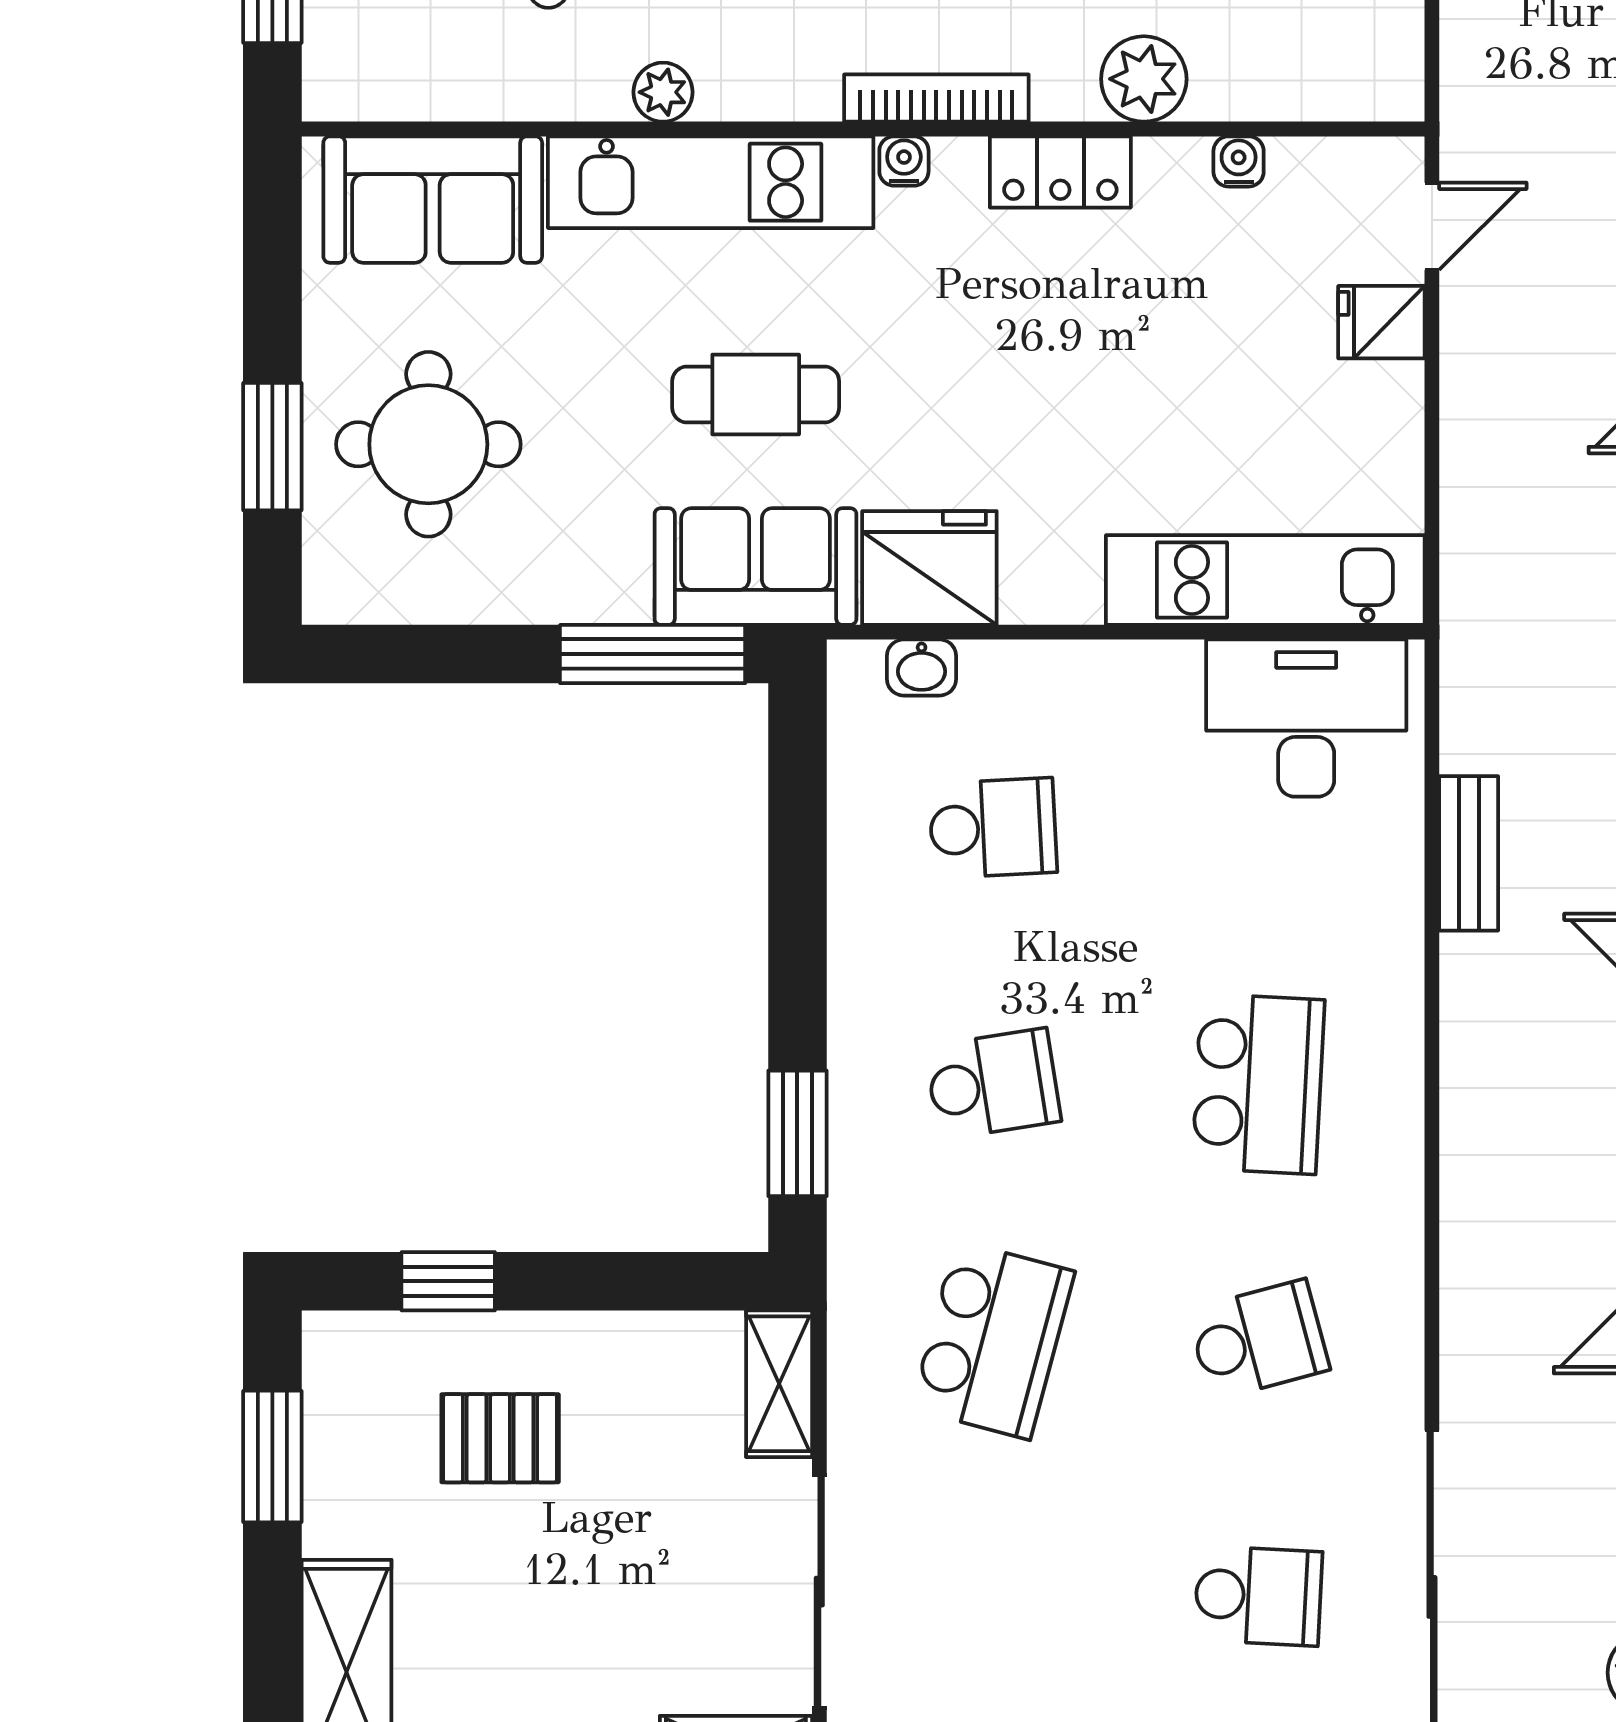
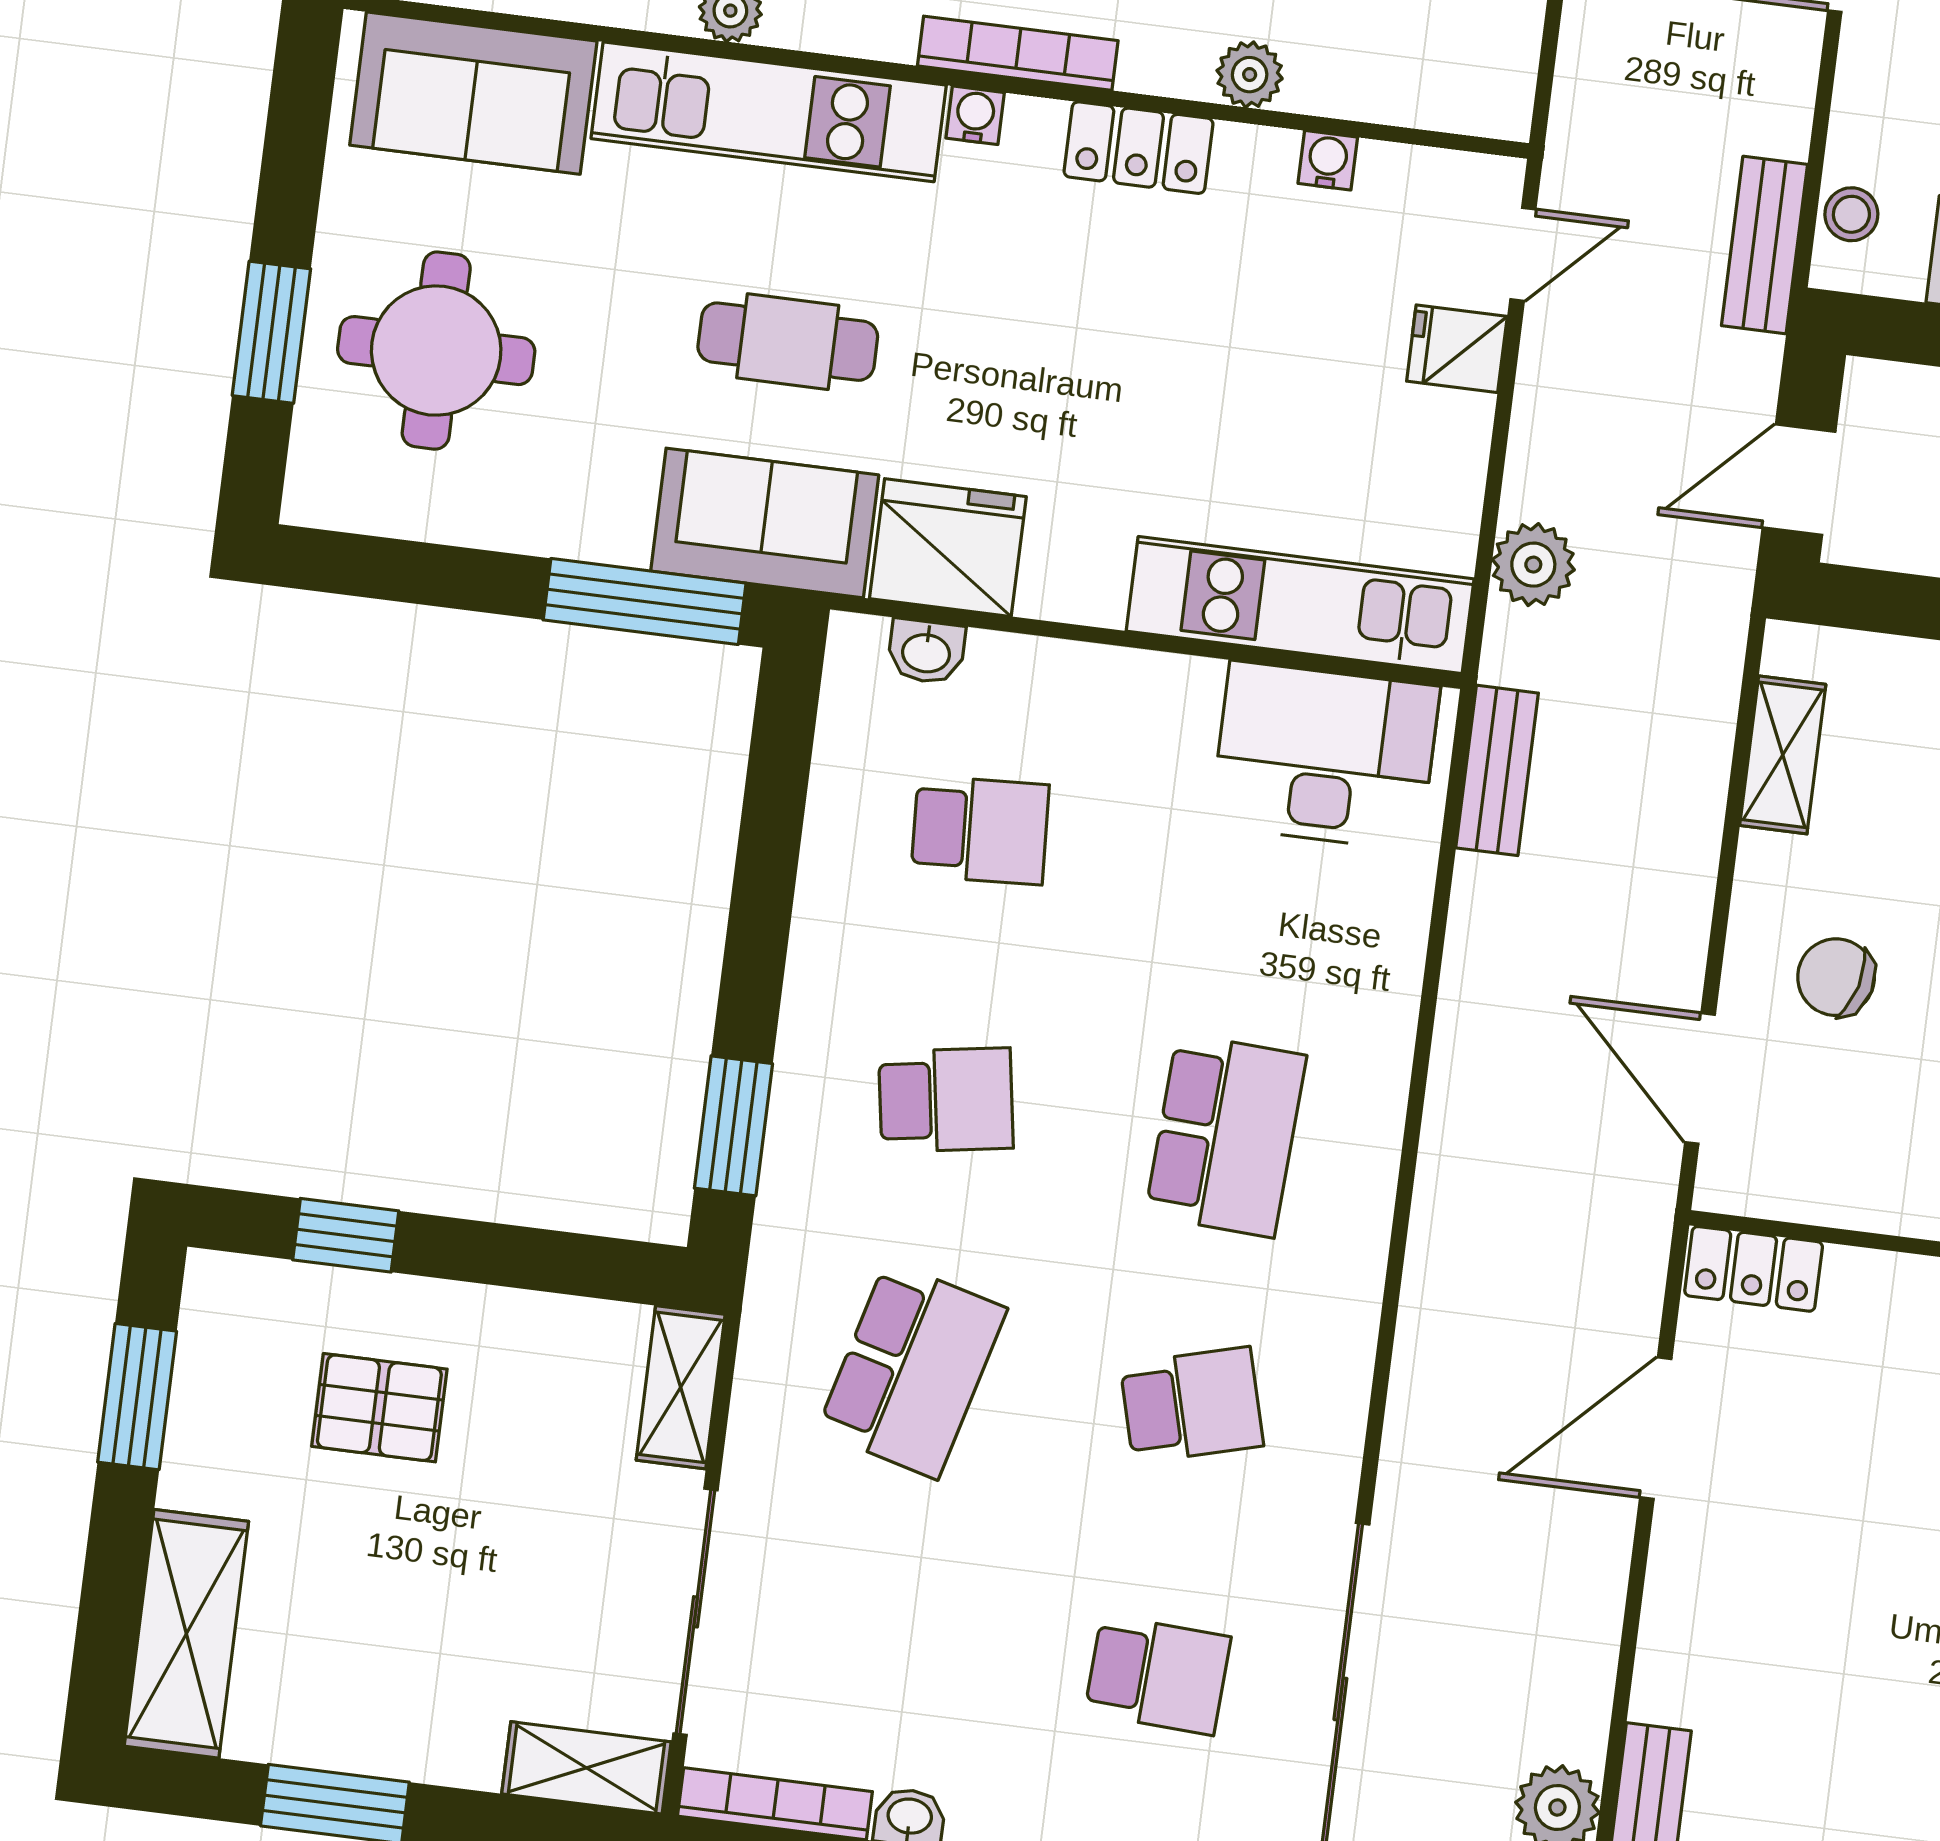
plant: (1144, 79) -> (1250, 75), width x0.73, depth x0.73
plant: (1478, 515) -> (1533, 565), added
bench: (1469, 853) -> (1497, 770), moved

